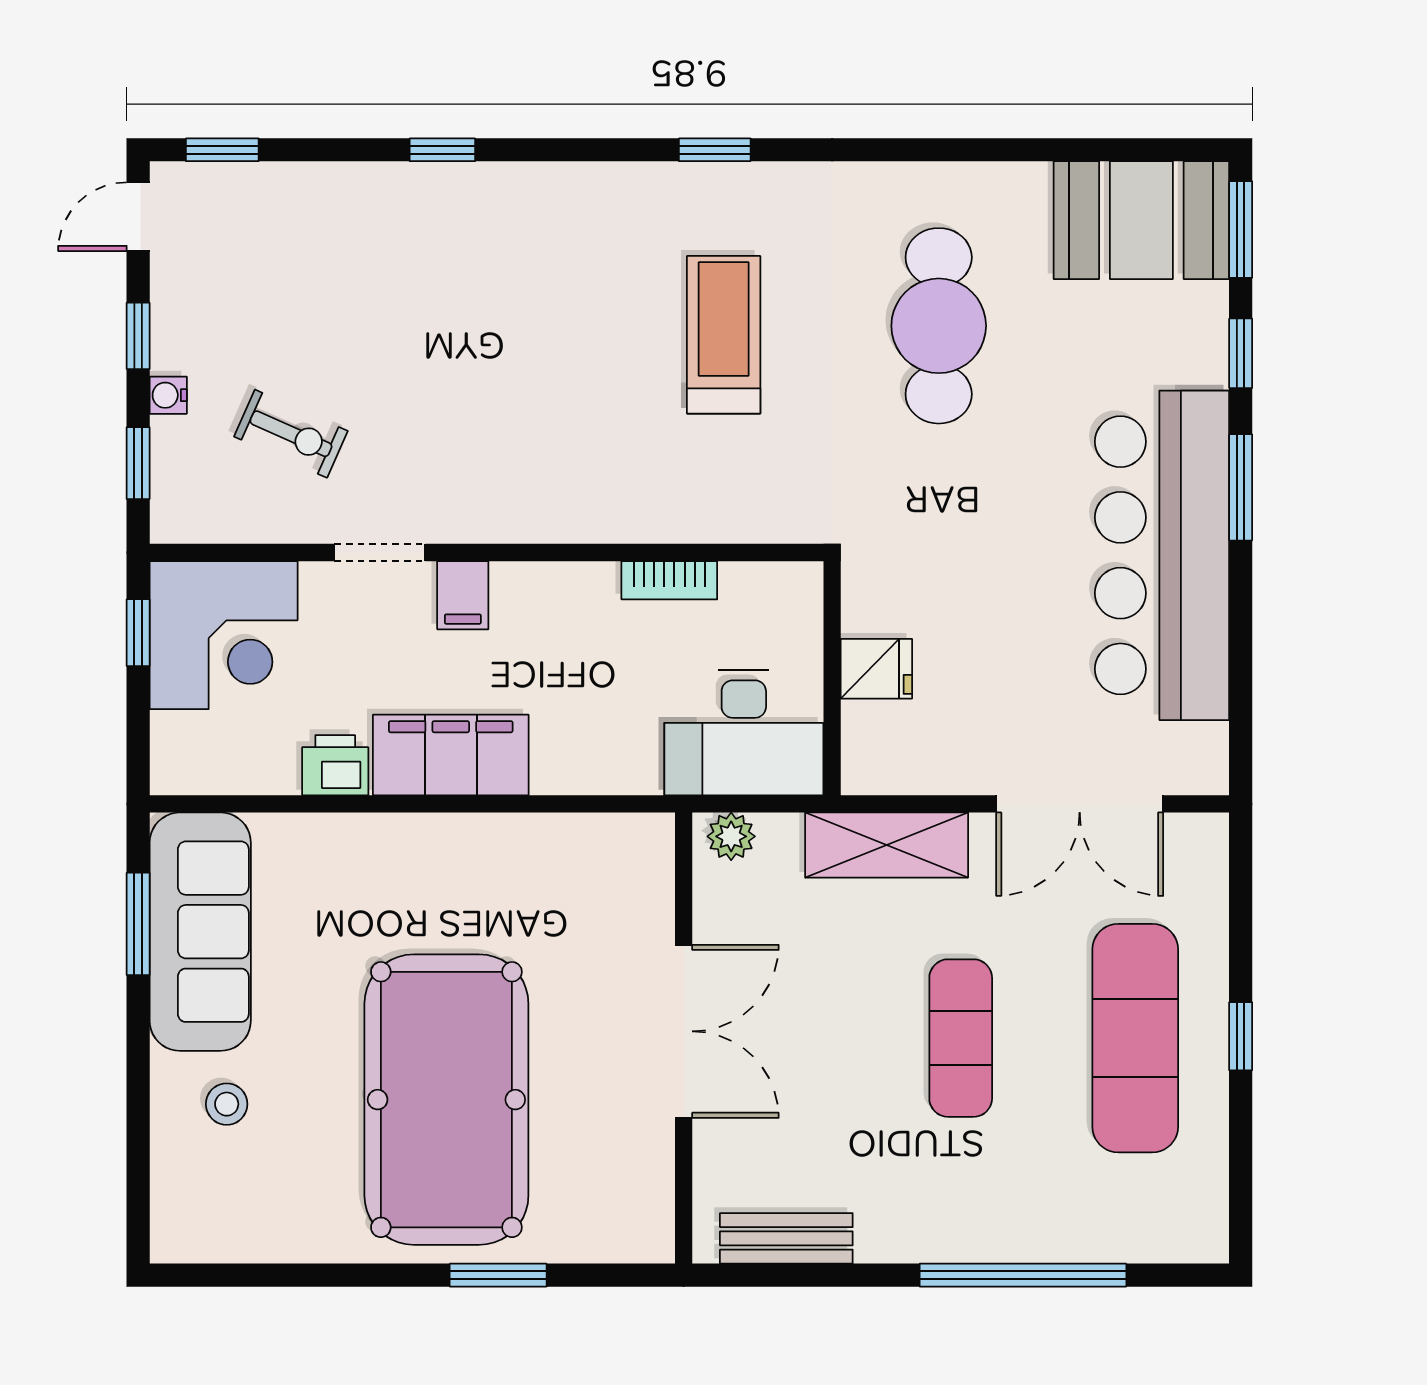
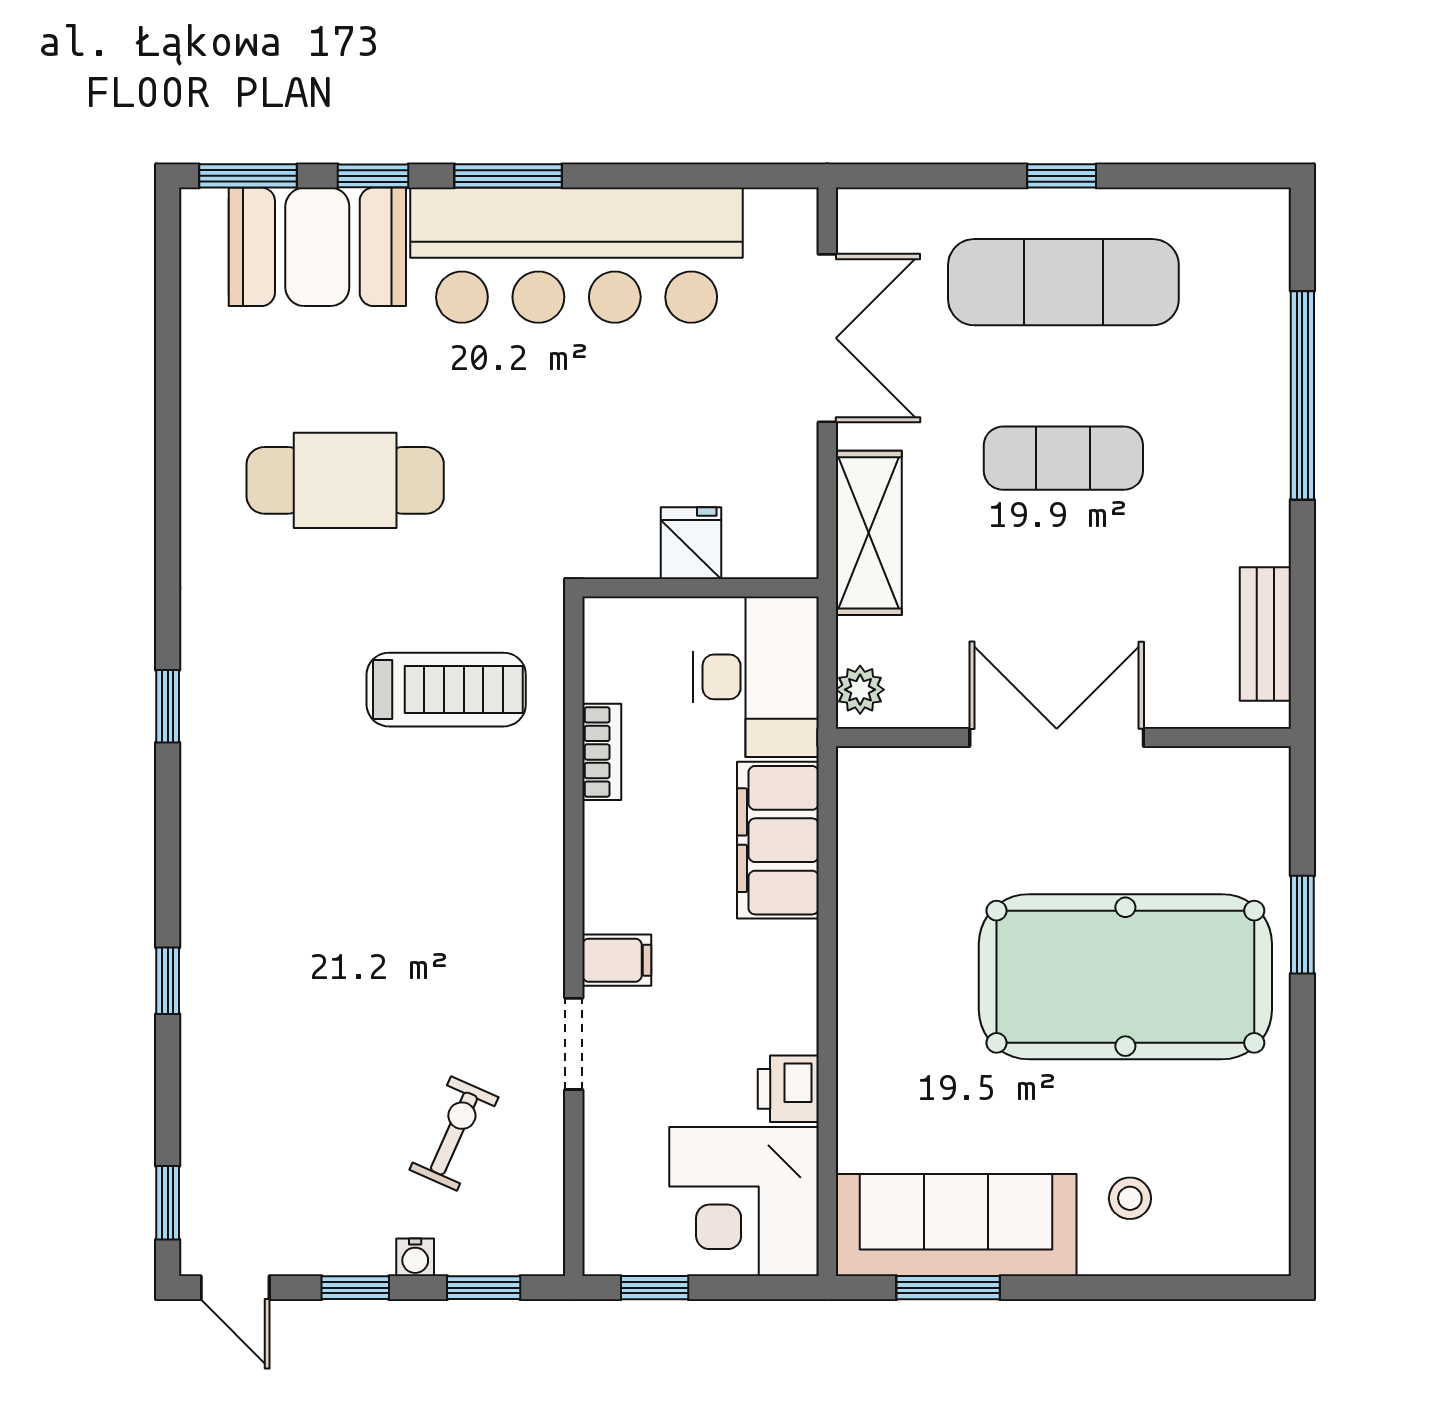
booth: (1141, 220) -> (317, 247), moved, turned 90
treadmill: (724, 335) -> (446, 690), moved, turned 180
corner desk: (224, 635) -> (744, 1201), moved, turned 180
filing cabinet: (451, 755) -> (778, 840), moved

